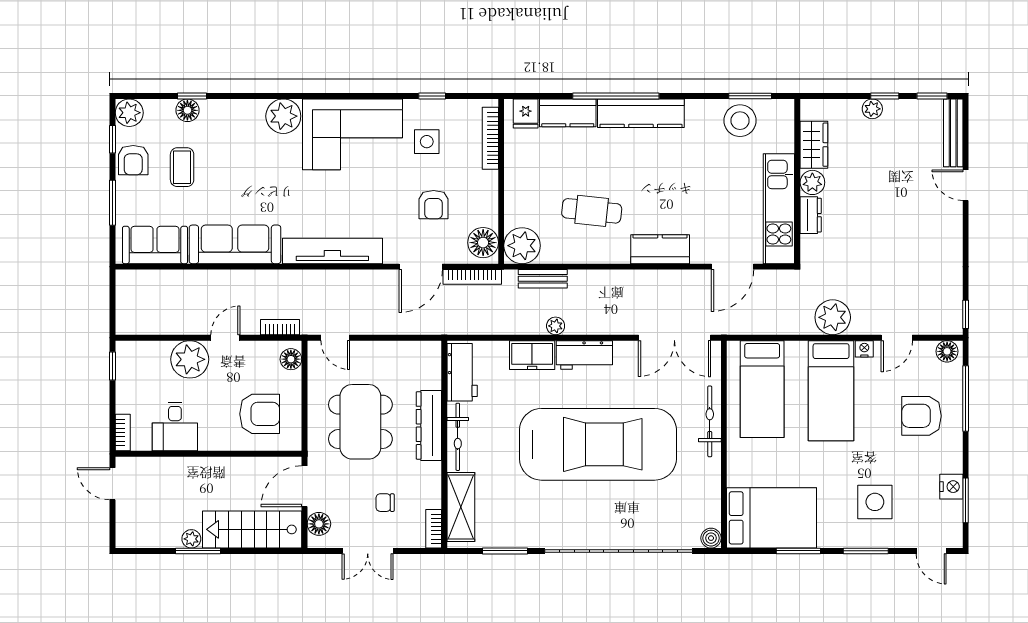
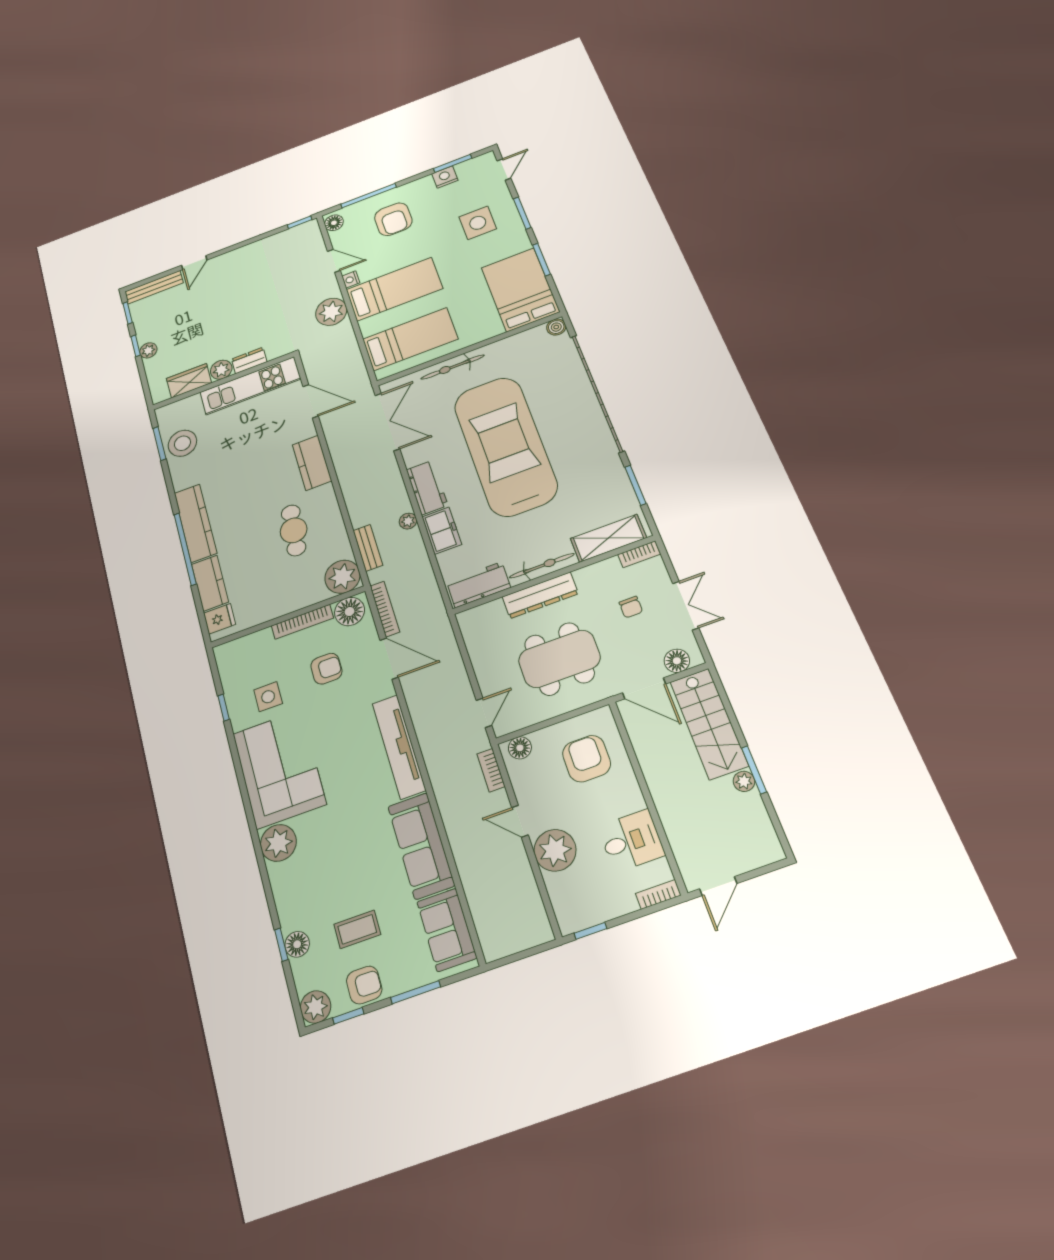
bookcase: (490, 138) -> (302, 622), moved

